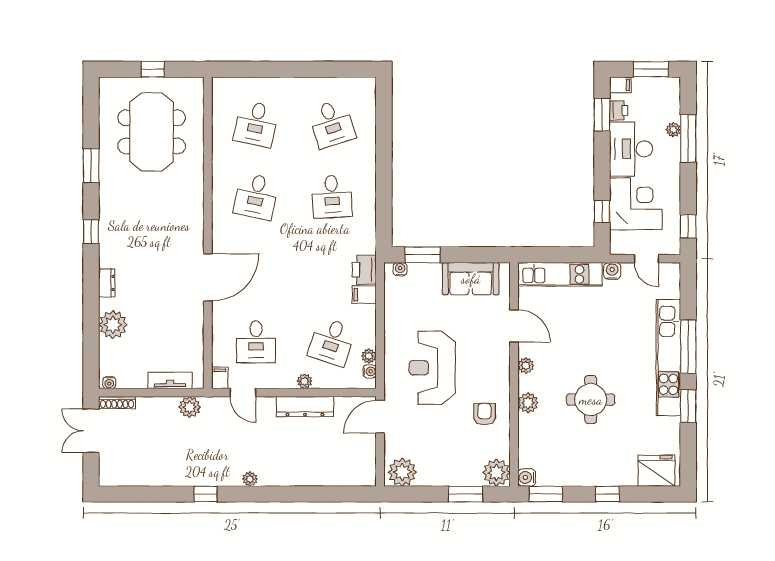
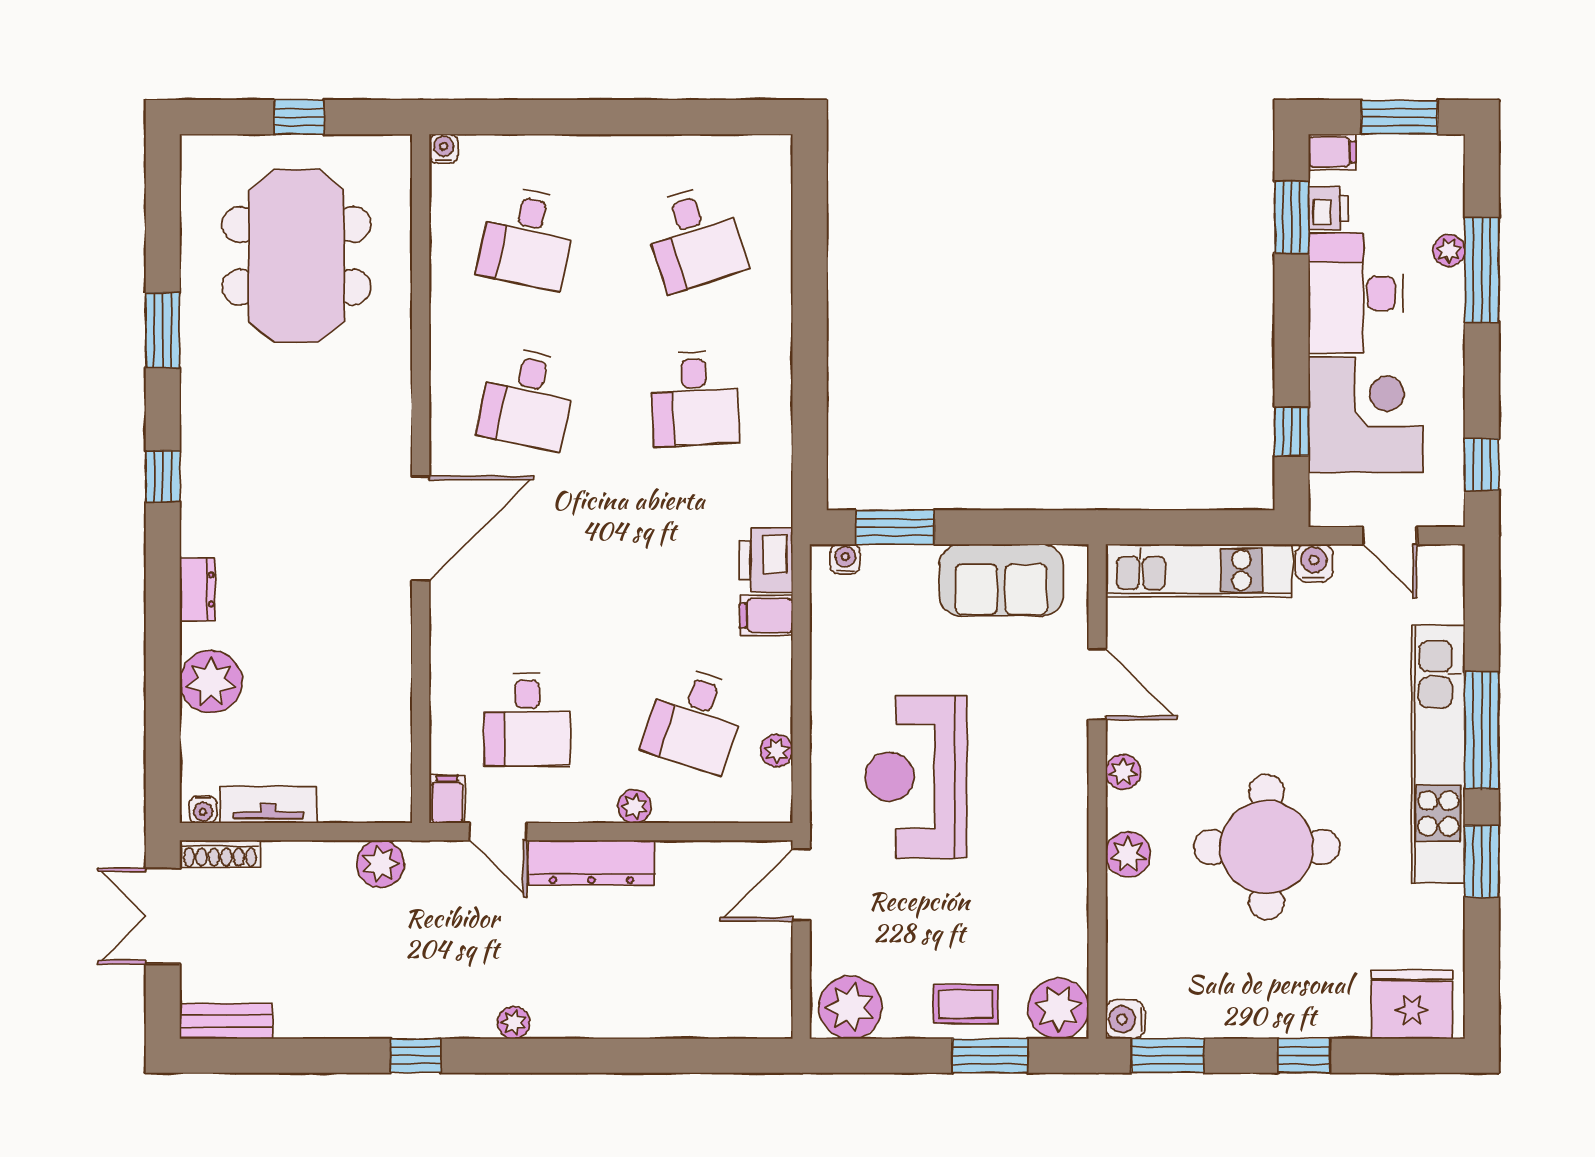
door: (208, 277) -> (421, 529), moved
water cooler: (370, 371) -> (444, 149), moved, turned -90
tv unit: (170, 380) -> (268, 805), moved
round table: (591, 400) -> (1267, 847), width x1.36, depth x1.36
dresser: (305, 407) -> (591, 863), moved
armchair: (484, 414) -> (1032, 879), removed
coffee table: (454, 471) -> (966, 1004), added
bench: (120, 478) -> (226, 1021), added

